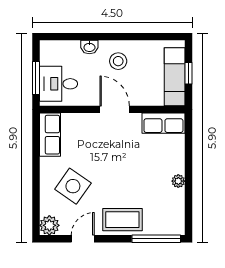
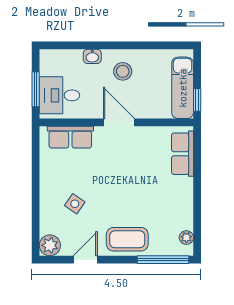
window: (188, 73) -> (197, 100), moved
row of seats: (163, 123) -> (183, 154), moved, turned 90
row of seats: (50, 135) -> (70, 137), moved, turned 90
plant: (178, 181) -> (186, 238), moved
side table: (73, 186) -> (75, 204), width x0.54, depth x0.54

